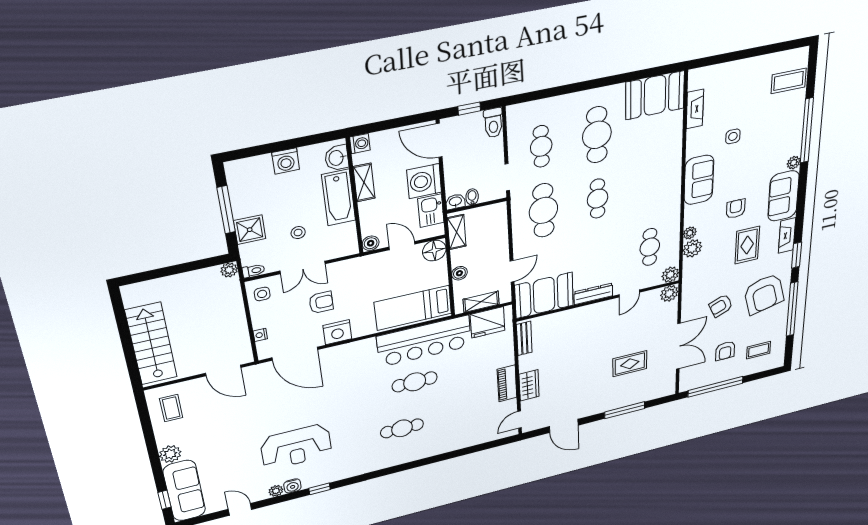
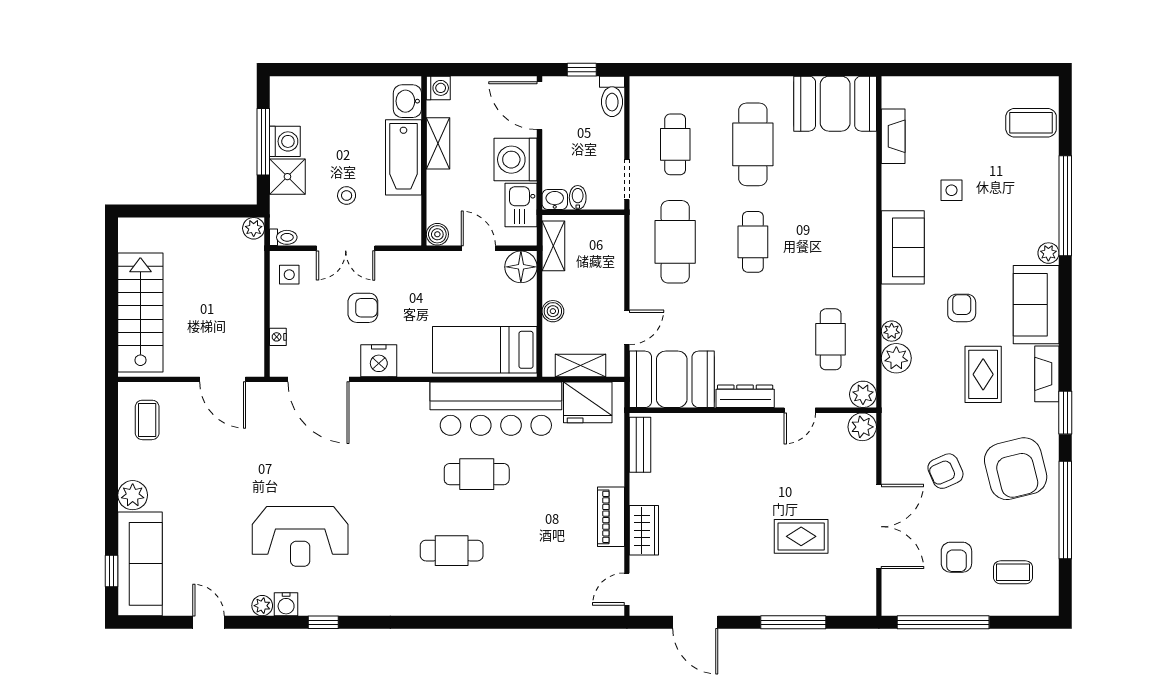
washing machine: (286, 161) -> (285, 141), moved, turned -90

